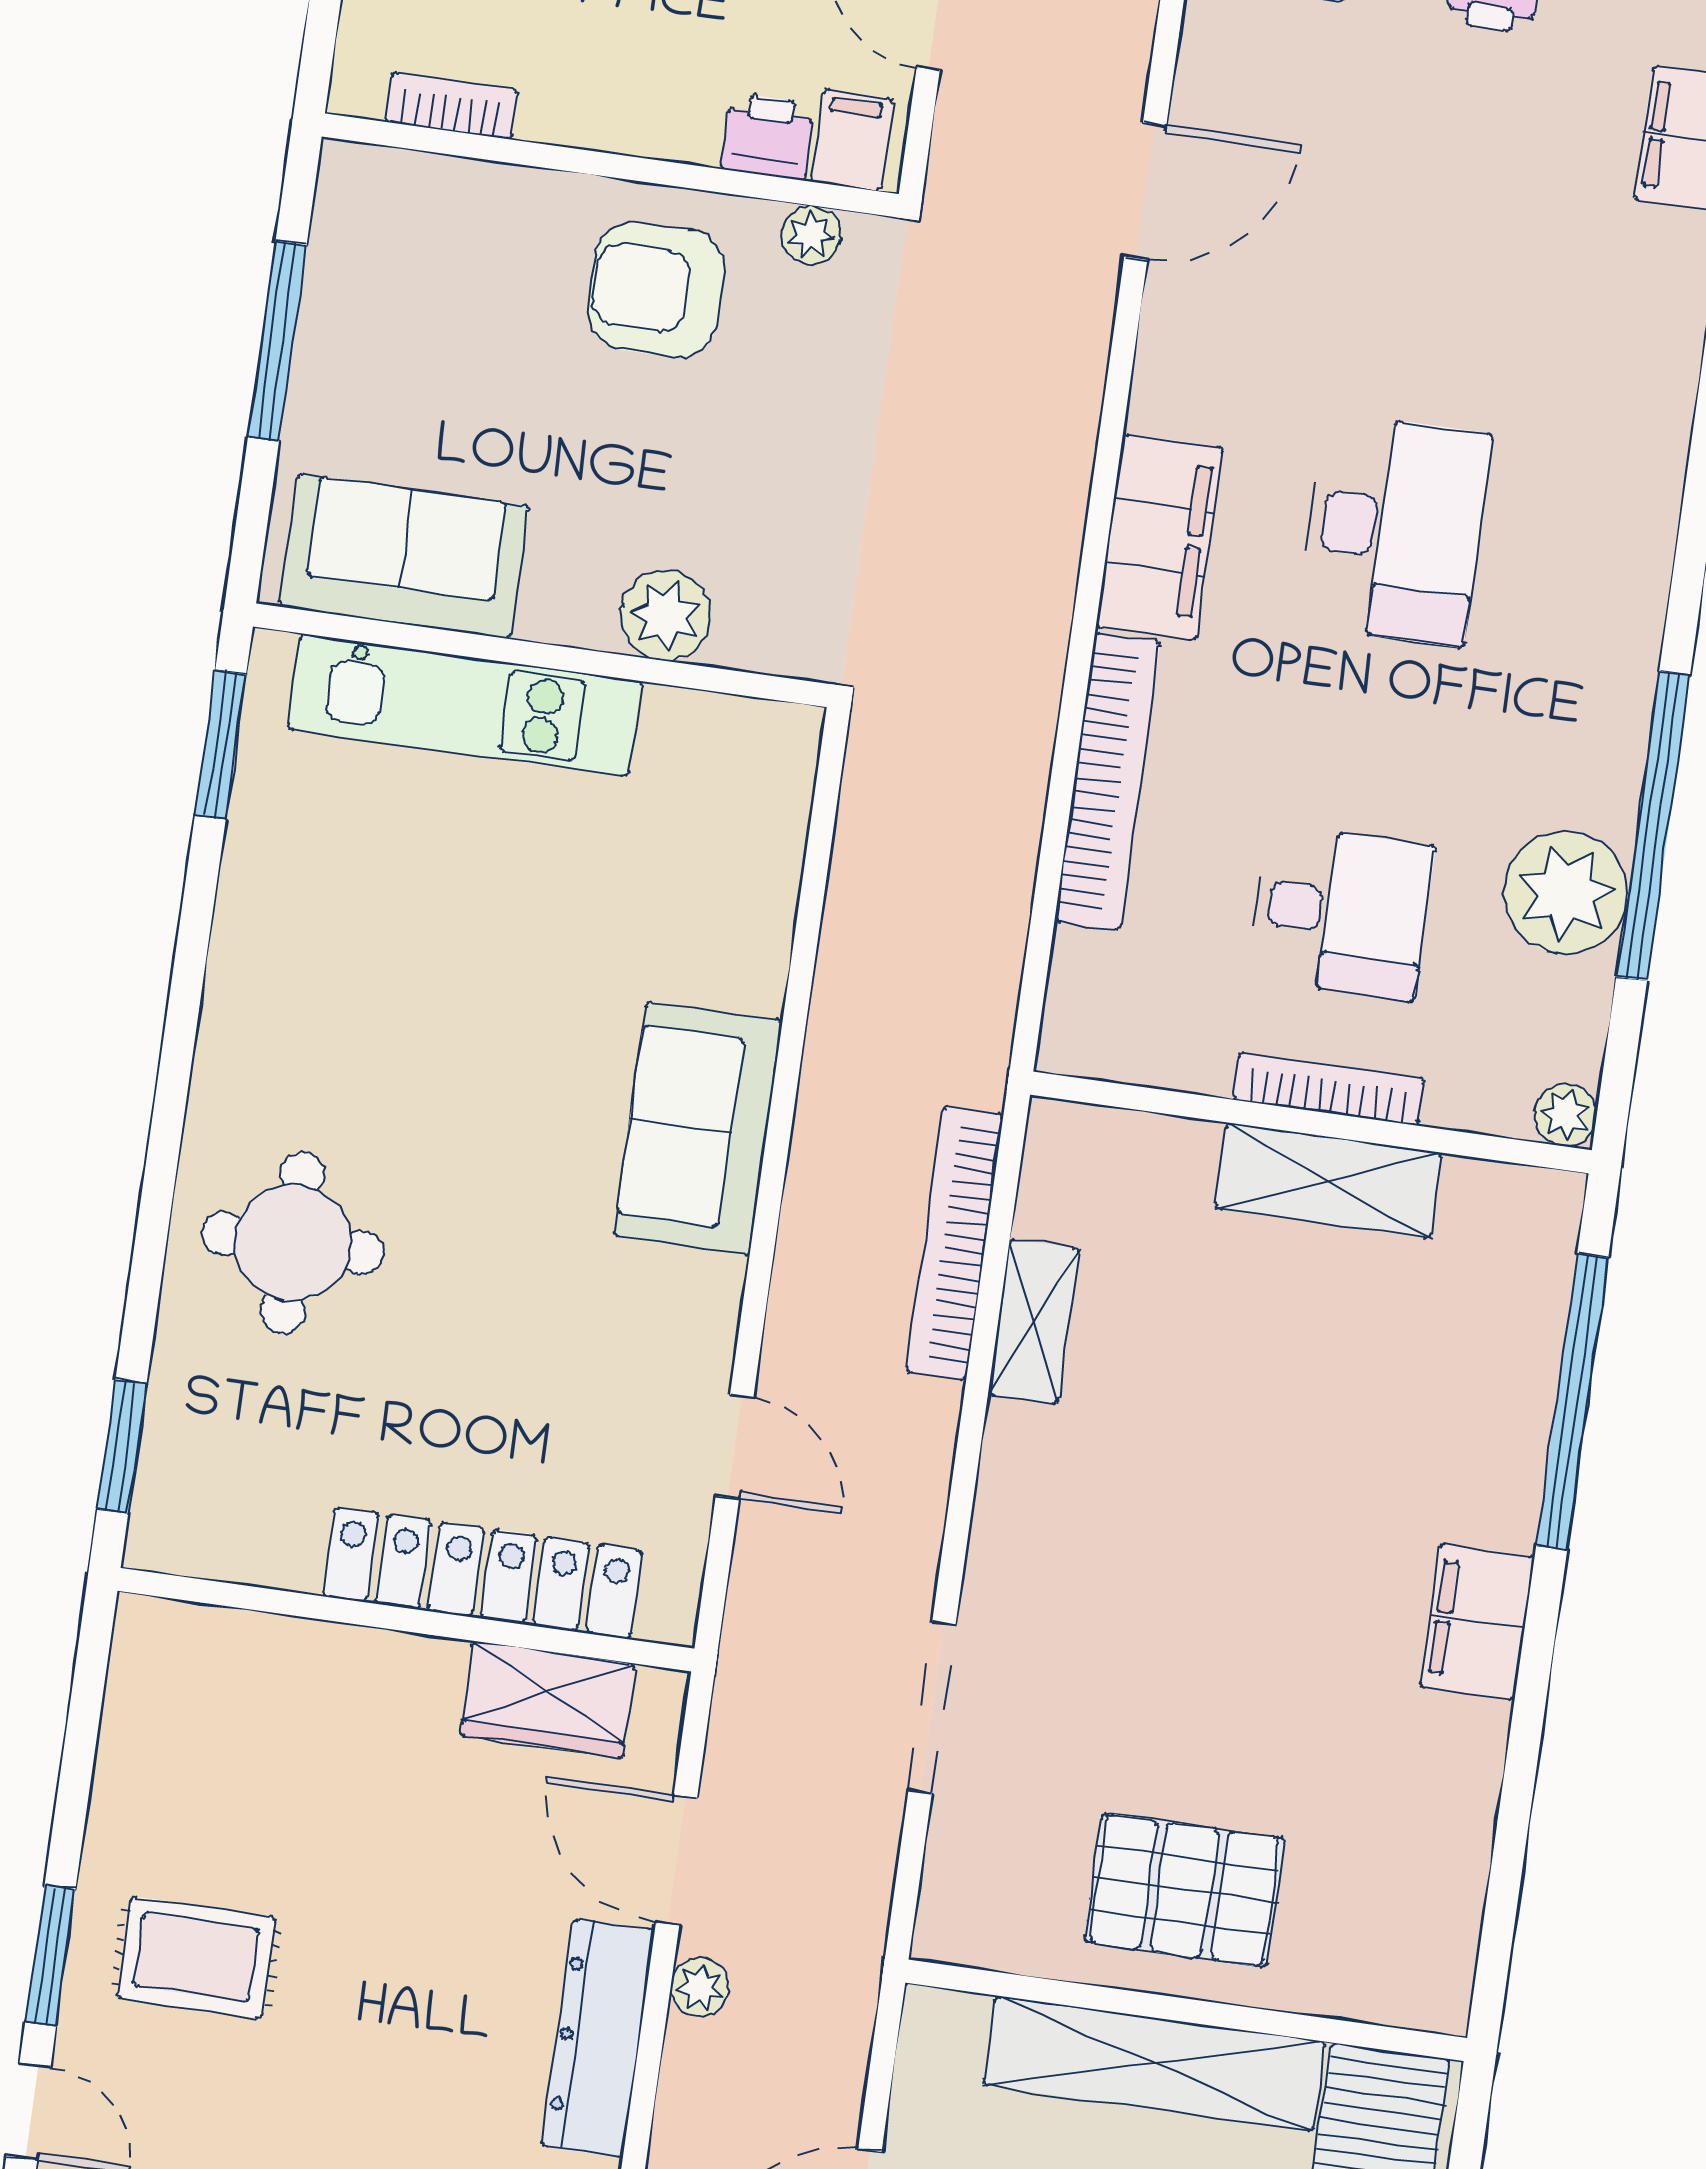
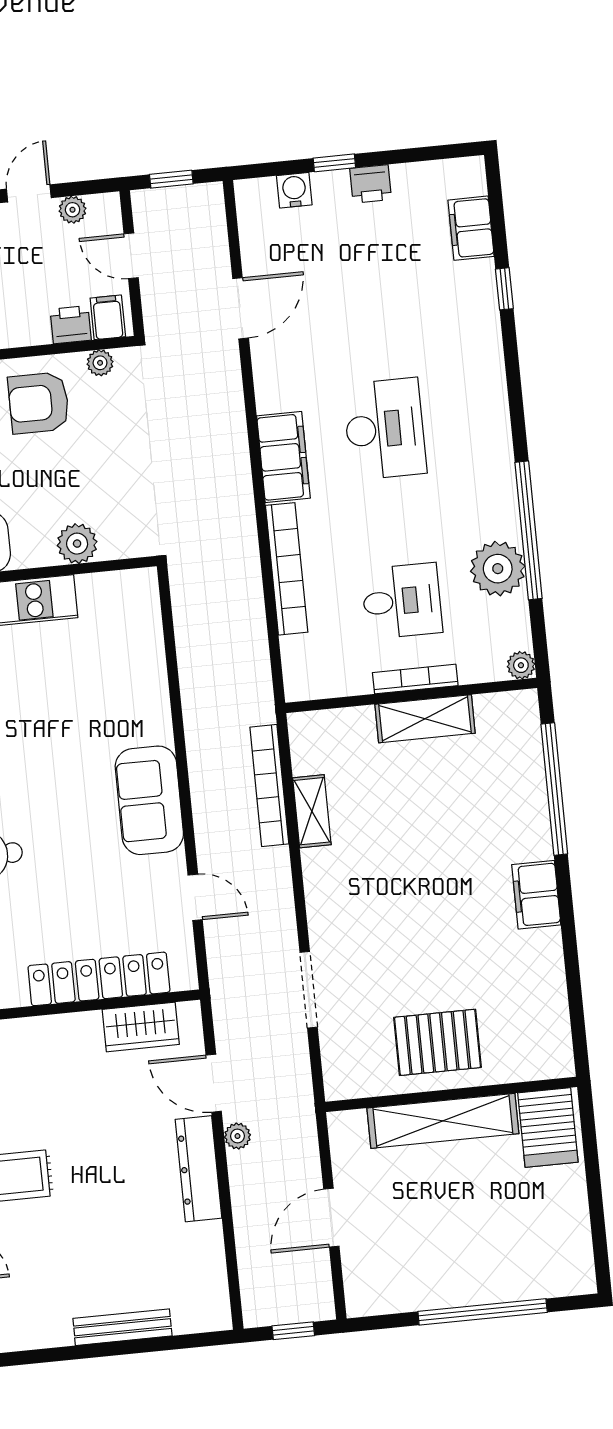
sofa: (698, 1128) -> (149, 800), moved

